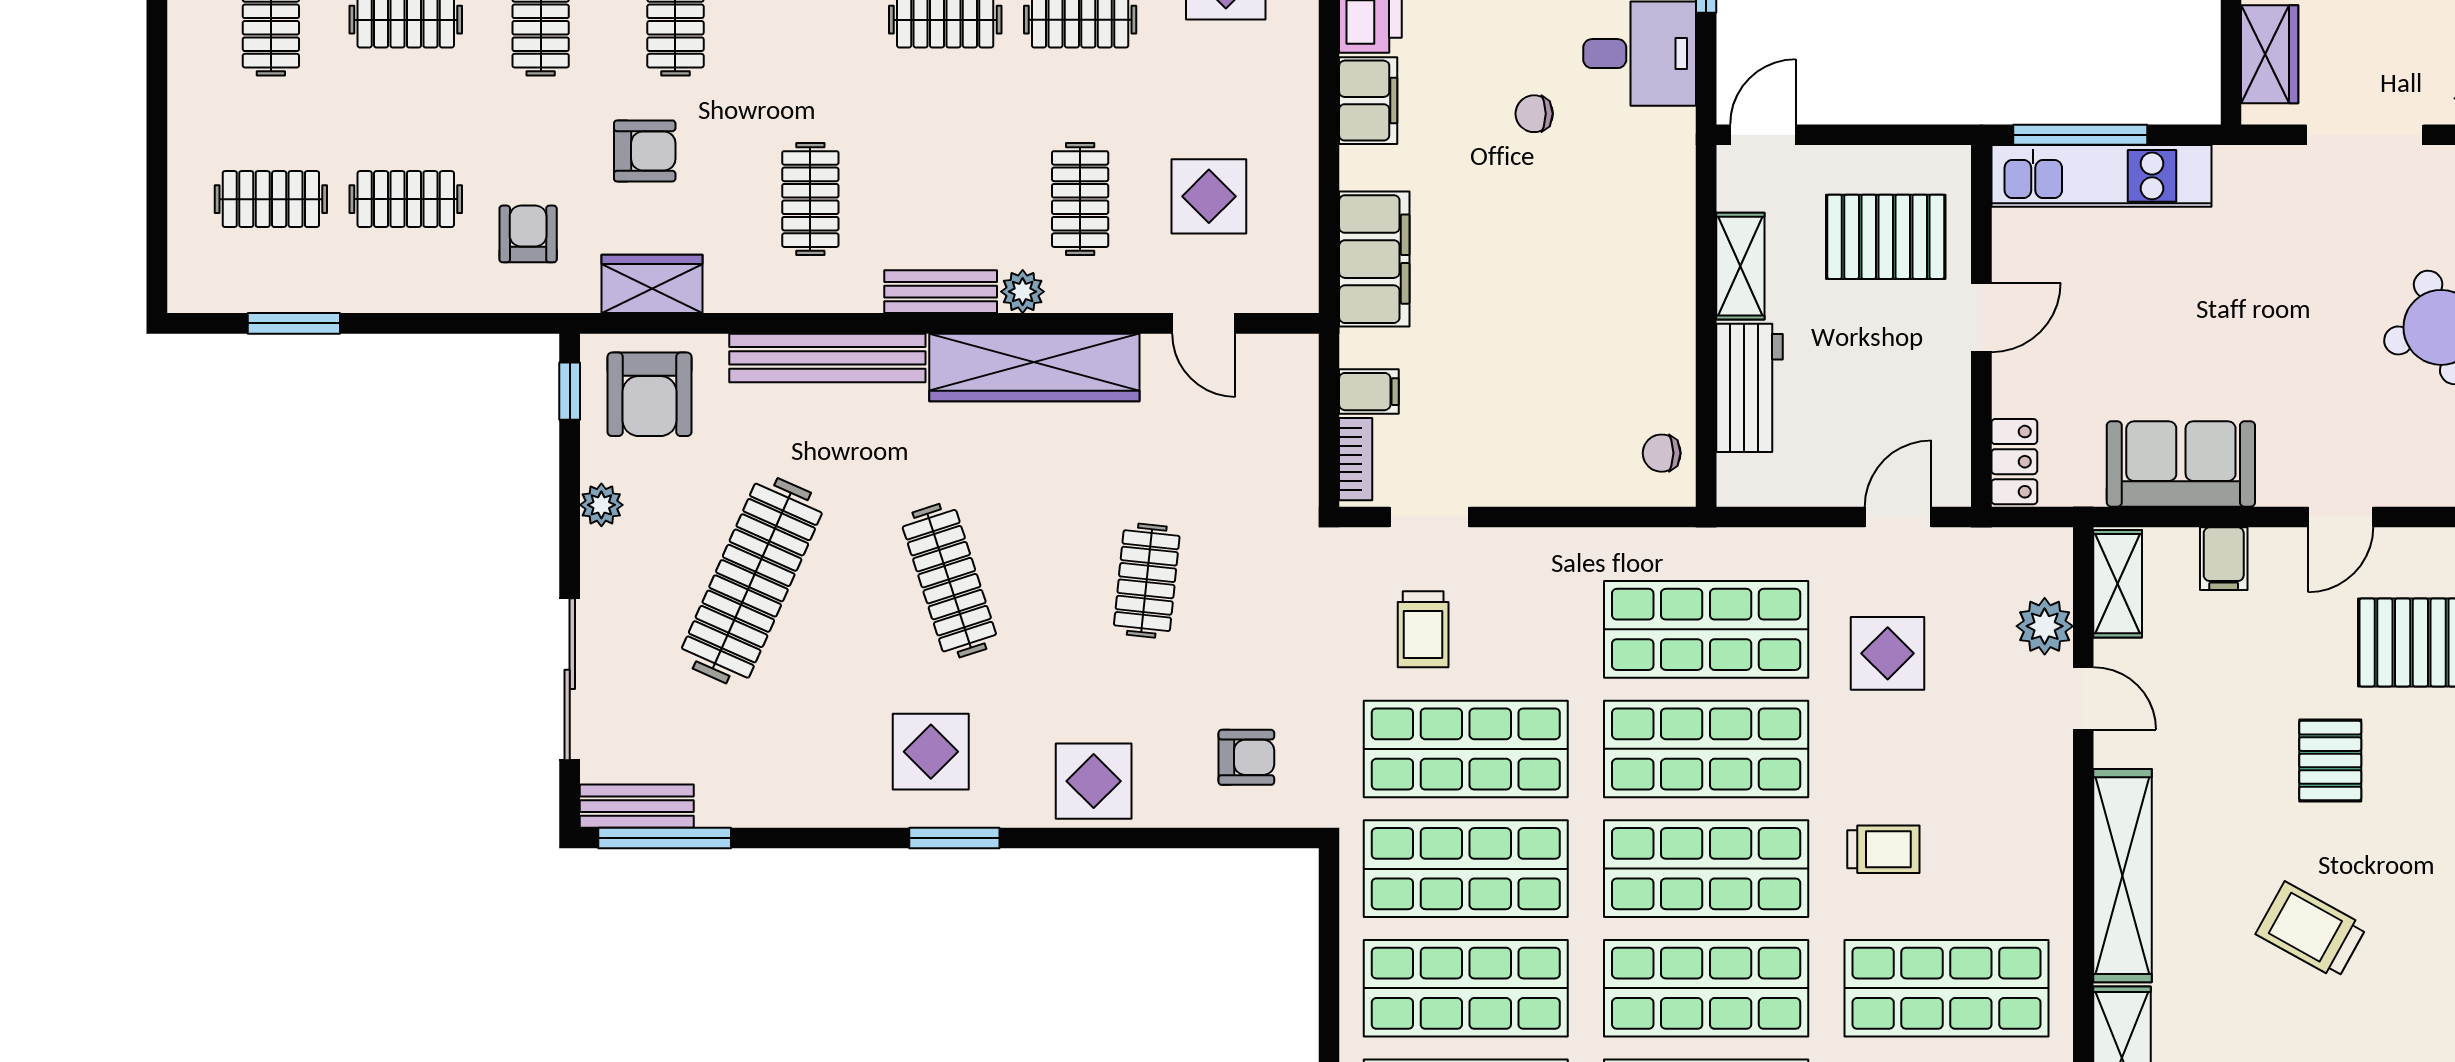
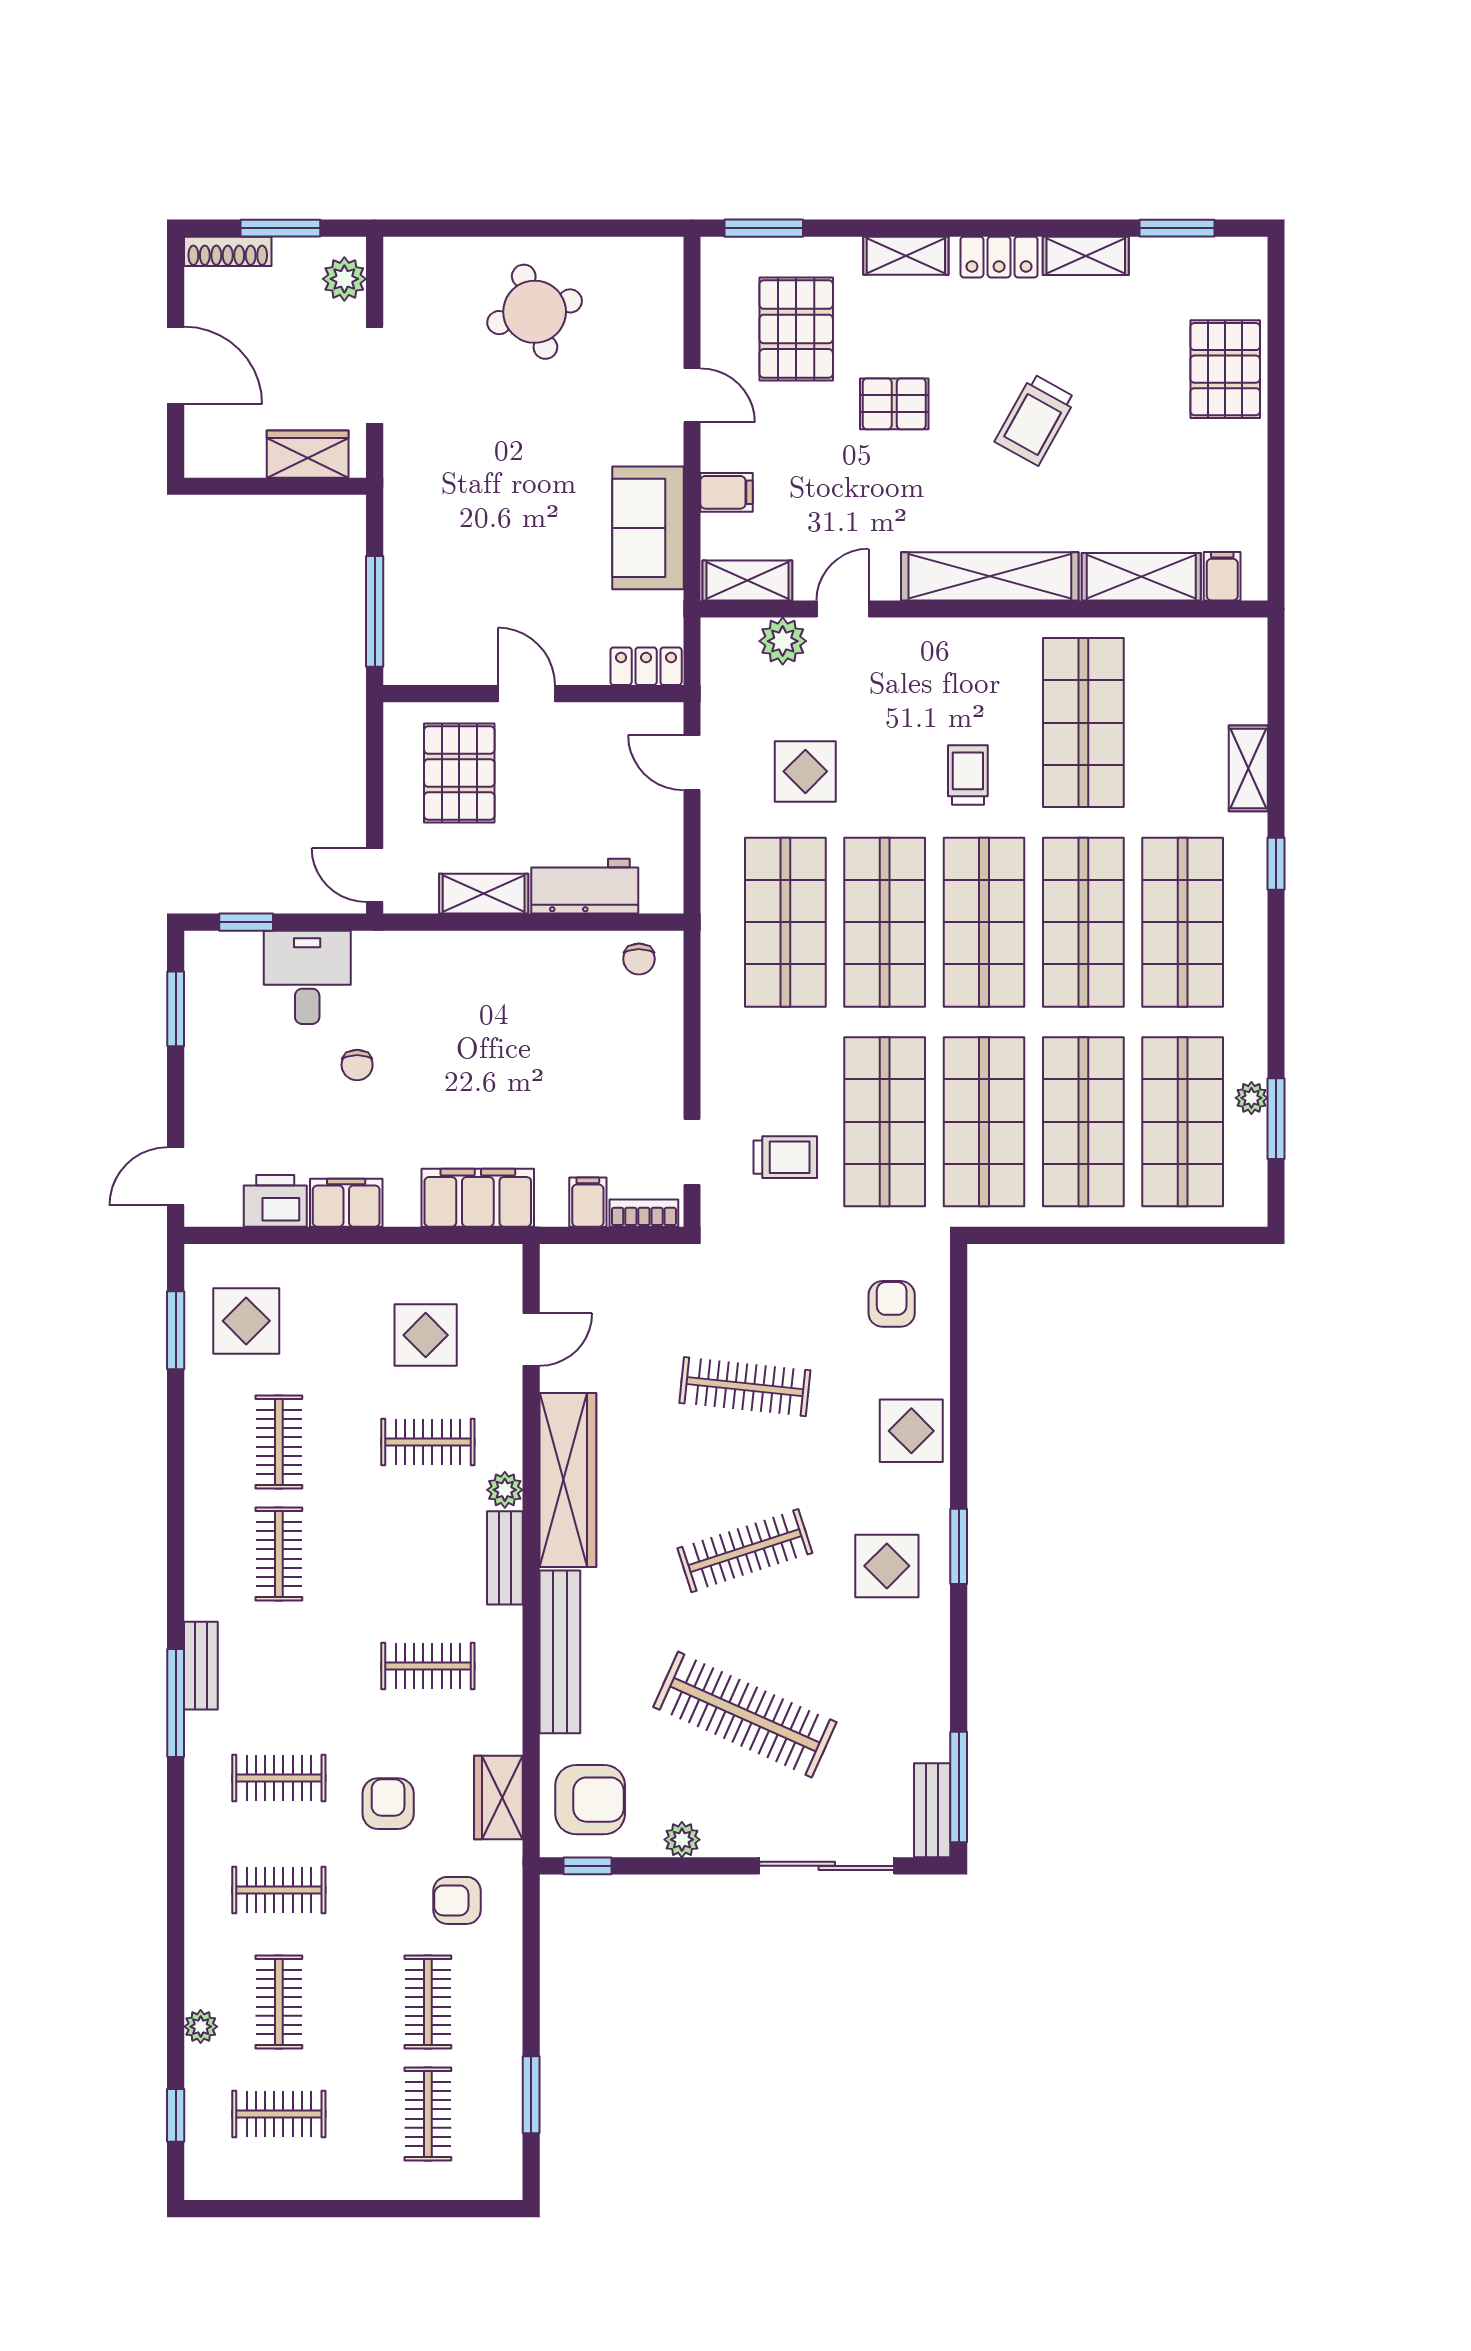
kitchen unit: (2101, 176) -> (409, 594), removed
clothes rail: (1147, 581) -> (745, 1387), width x1.36

